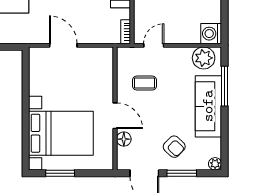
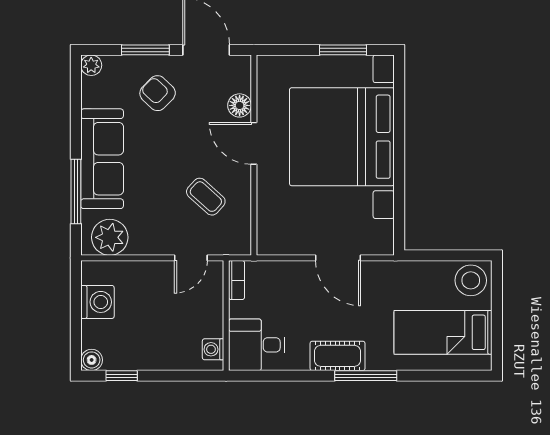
washing machine: (211, 34) -> (97, 302), moved
coffee table: (145, 83) -> (206, 197), turned 42
bed with nightstands: (61, 133) -> (342, 137), width x1.36

